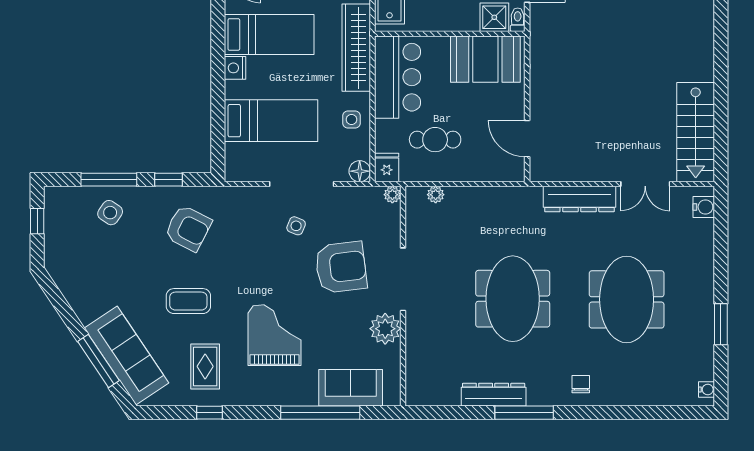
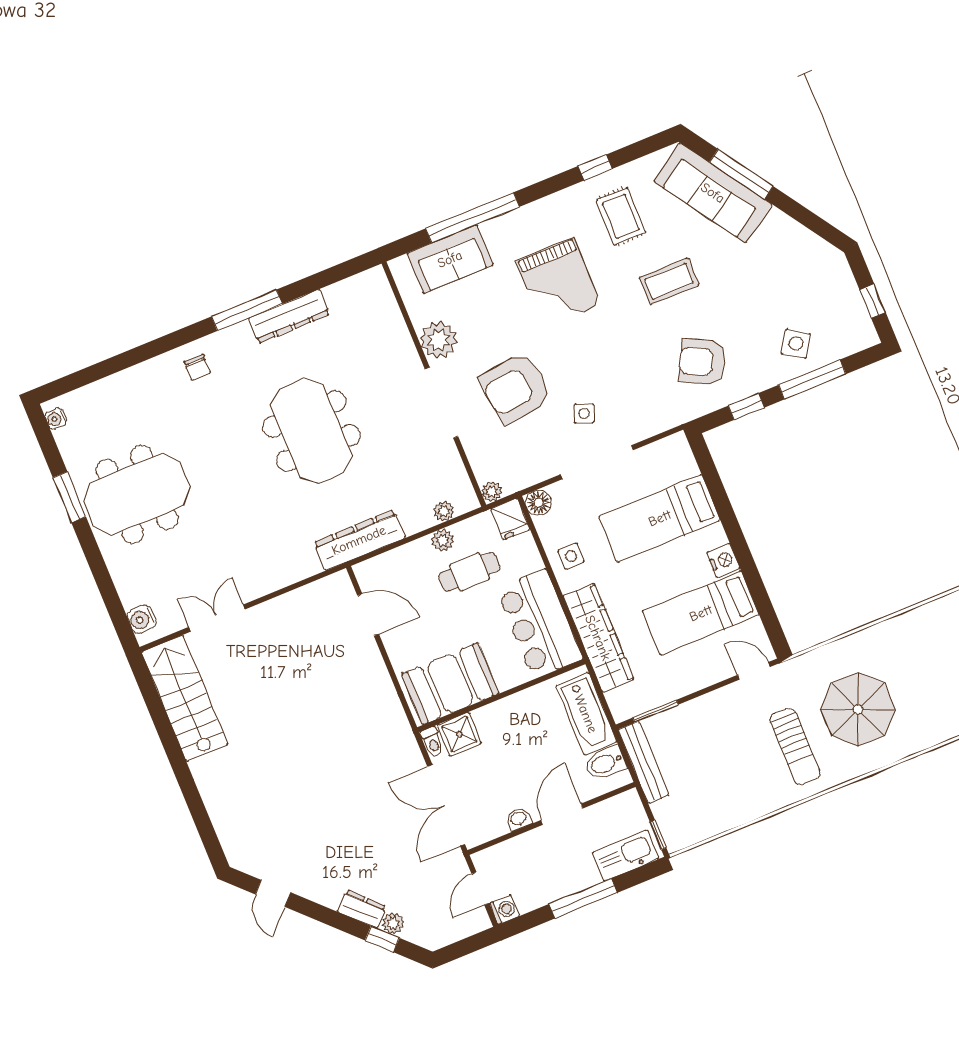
plant: (446, 172) -> (442, 540), added
dresser: (579, 199) -> (359, 540), moved
meeting table: (627, 299) -> (137, 494), moved, turned 90

